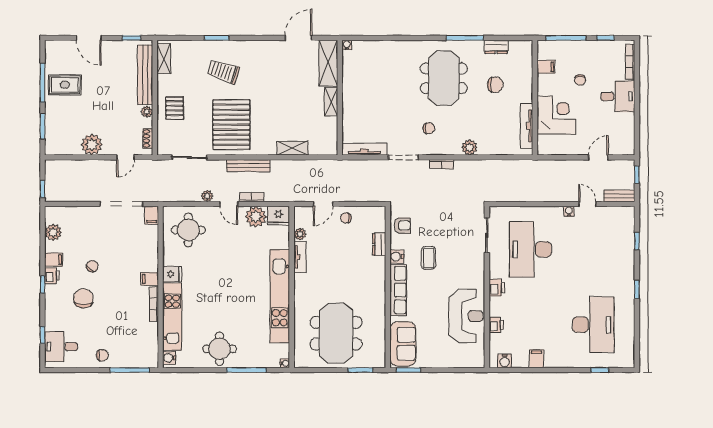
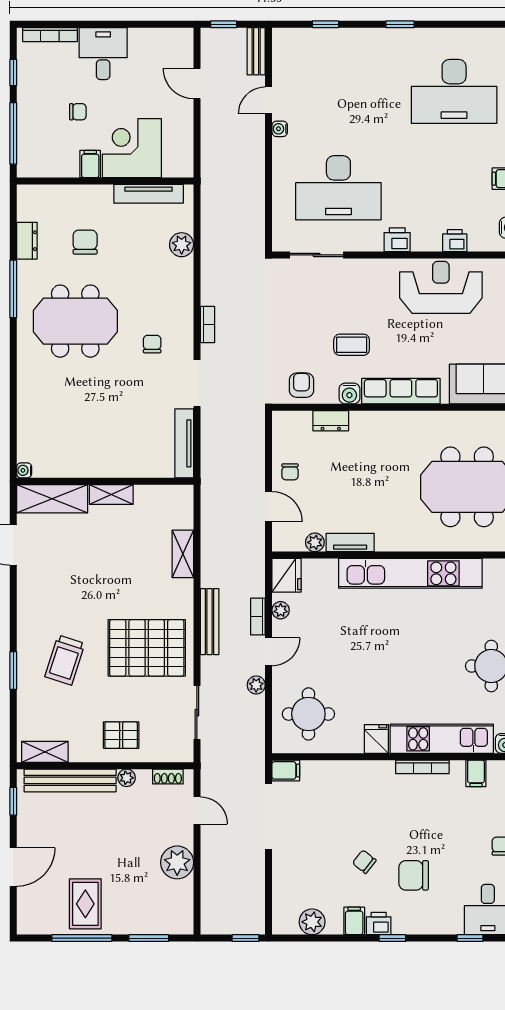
filing cabinet: (546, 67) -> (90, 164), moved
plant: (469, 147) -> (182, 245), moved
plant: (256, 217) -> (281, 610), width x0.53, depth x0.53
filing cabinet: (150, 279) -> (476, 773), moved
desk: (593, 325) -> (454, 91), turned 180

